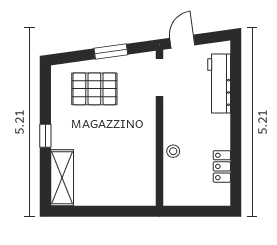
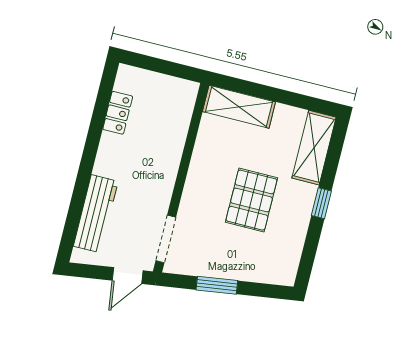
pallet: (94, 89) -> (251, 200), moved, turned 90
stool: (173, 151) -> (172, 146), removed
shelving: (129, 195) -> (239, 107), added

